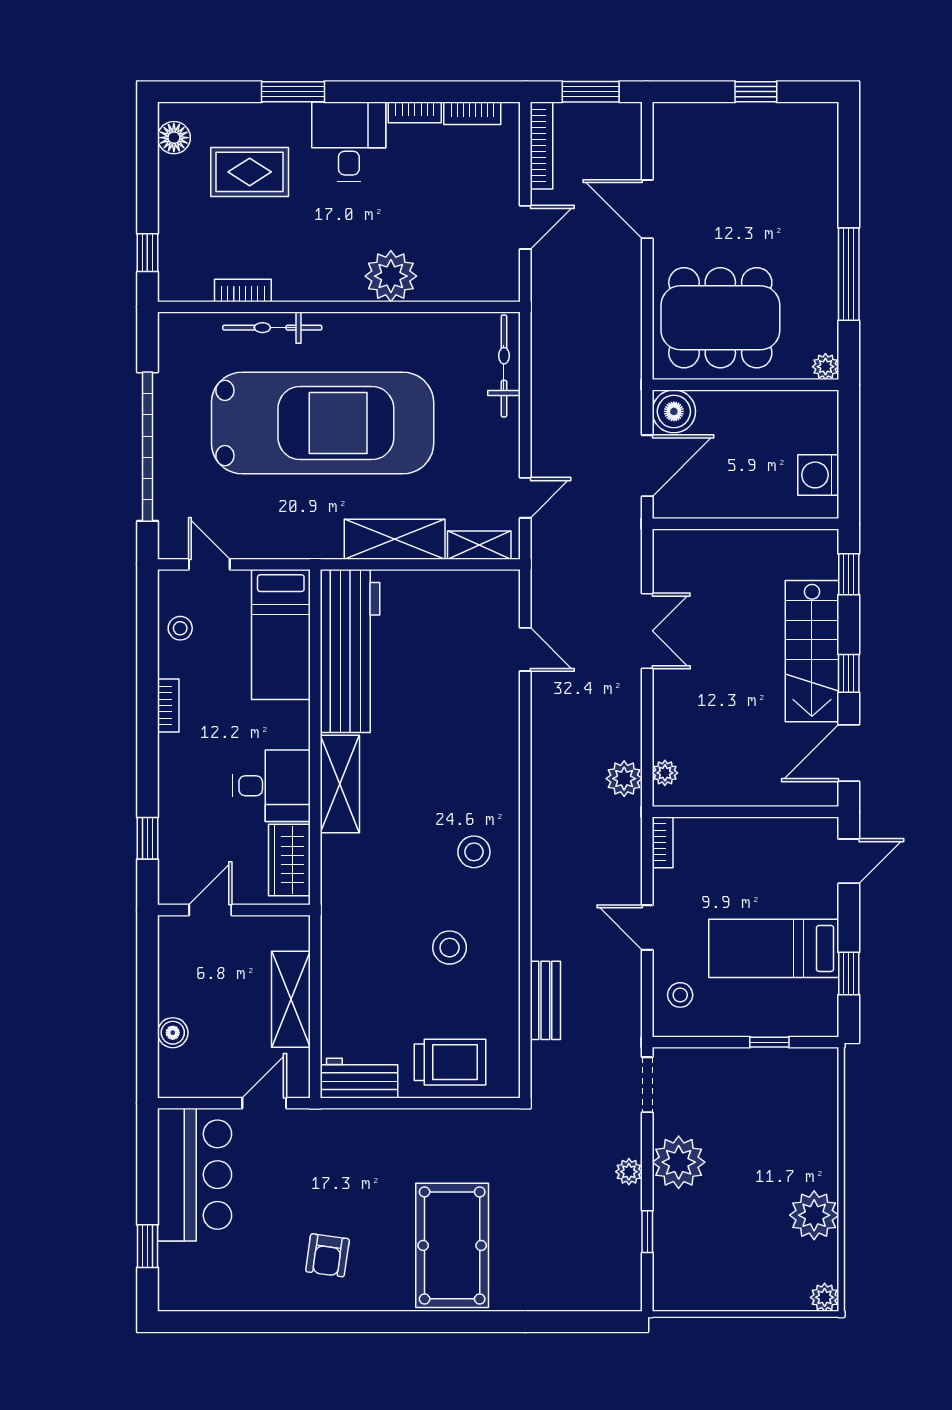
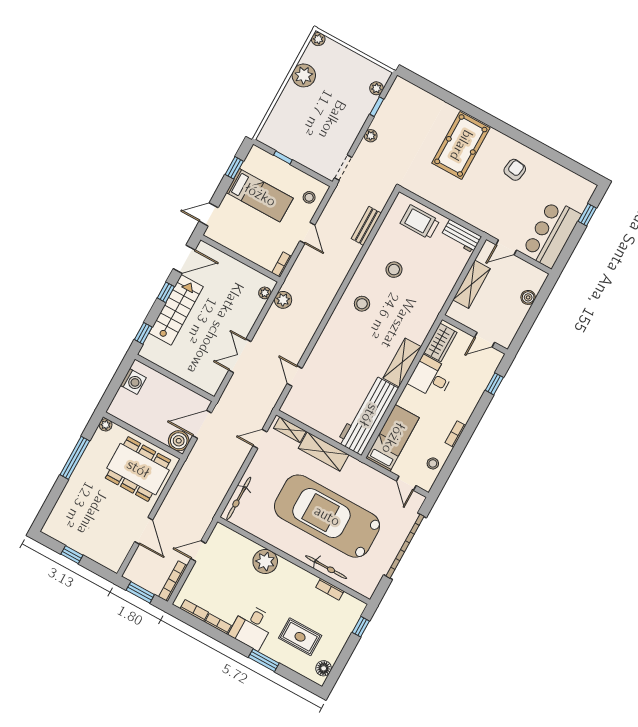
plant: (679, 1162) -> (376, 88), moved, width x0.53, depth x0.53

